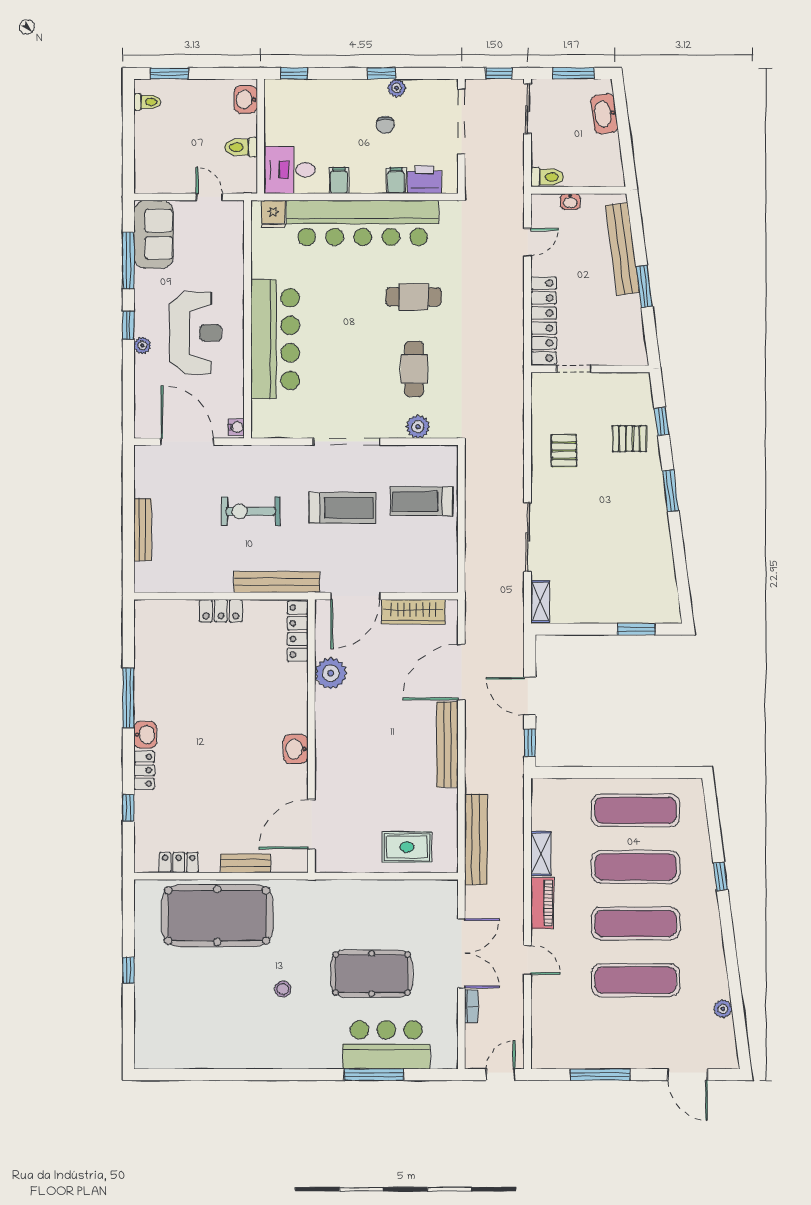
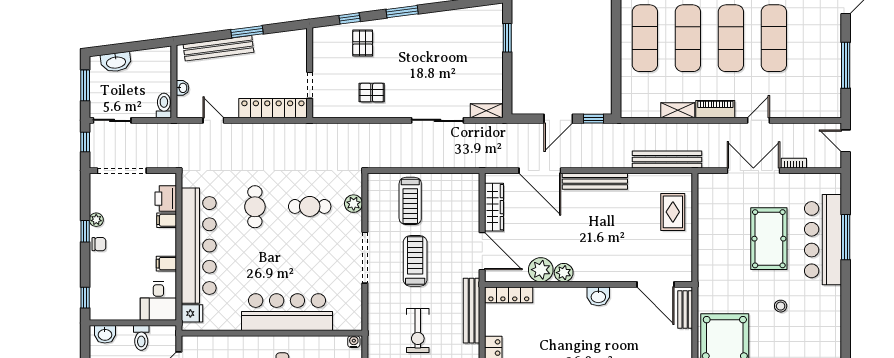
chair: (385, 125) -> (99, 244), moved
plant: (327, 703) -> (564, 273), added
bench: (246, 863) -> (685, 309), moved
bar counter: (386, 1045) -> (823, 240), width x1.36

